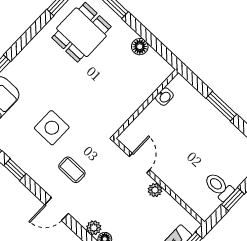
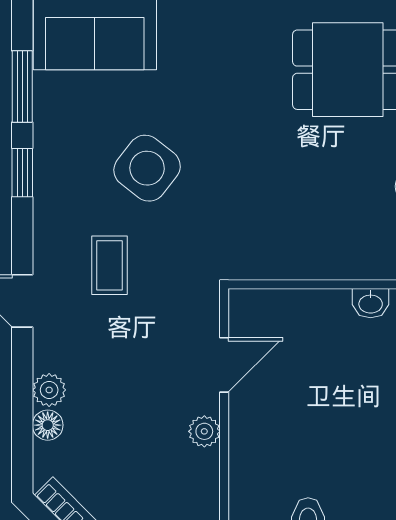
side table: (52, 128) -> (147, 168), turned 38

